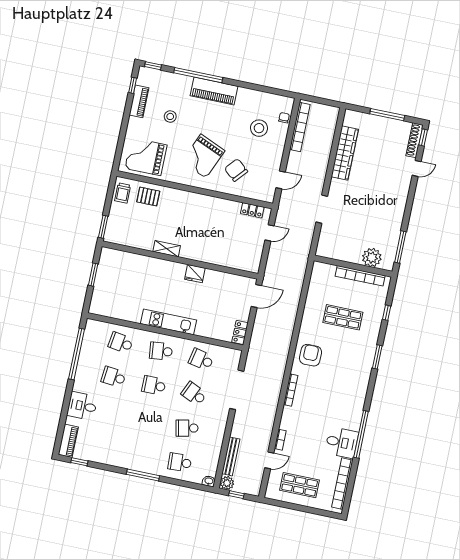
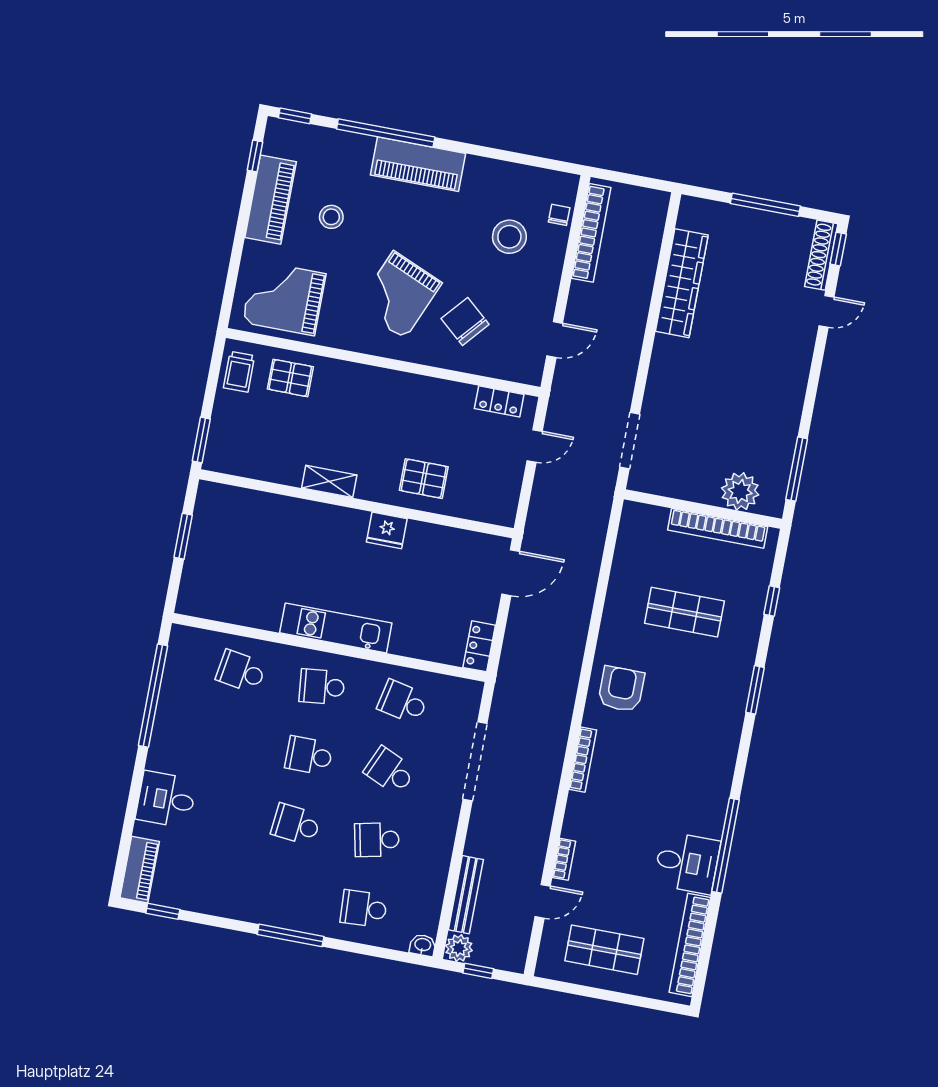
piano: (139, 101) -> (271, 200), width x1.37, depth x1.33
doorway: (322, 209) -> (630, 440), moved
pallet: (214, 248) -> (424, 479), added
school desk: (114, 377) -> (296, 824), moved

